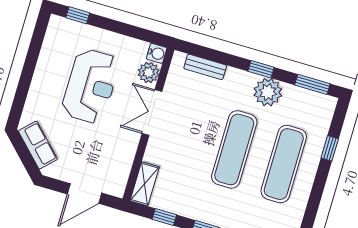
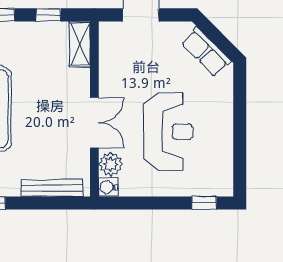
bench: (205, 67) -> (52, 188), width x1.36
reception desk: (91, 86) -> (168, 131), turned 180

